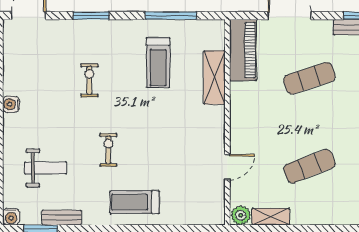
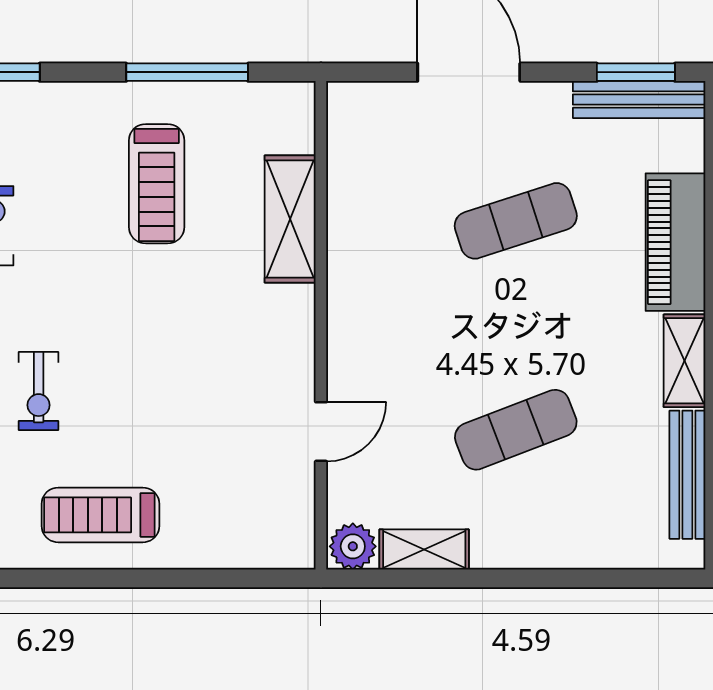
piano: (243, 50) -> (358, 154), removed
exercise bike: (108, 150) -> (39, 391), turned 180

